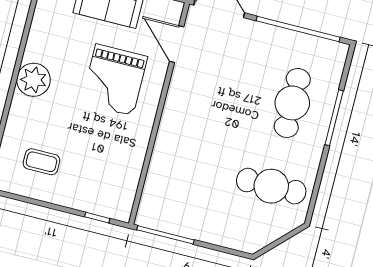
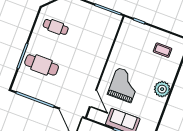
cafe table: (292, 103) -> (42, 65), turned 90
cafe table: (271, 186) -> (56, 27), width x0.73, depth x0.74

